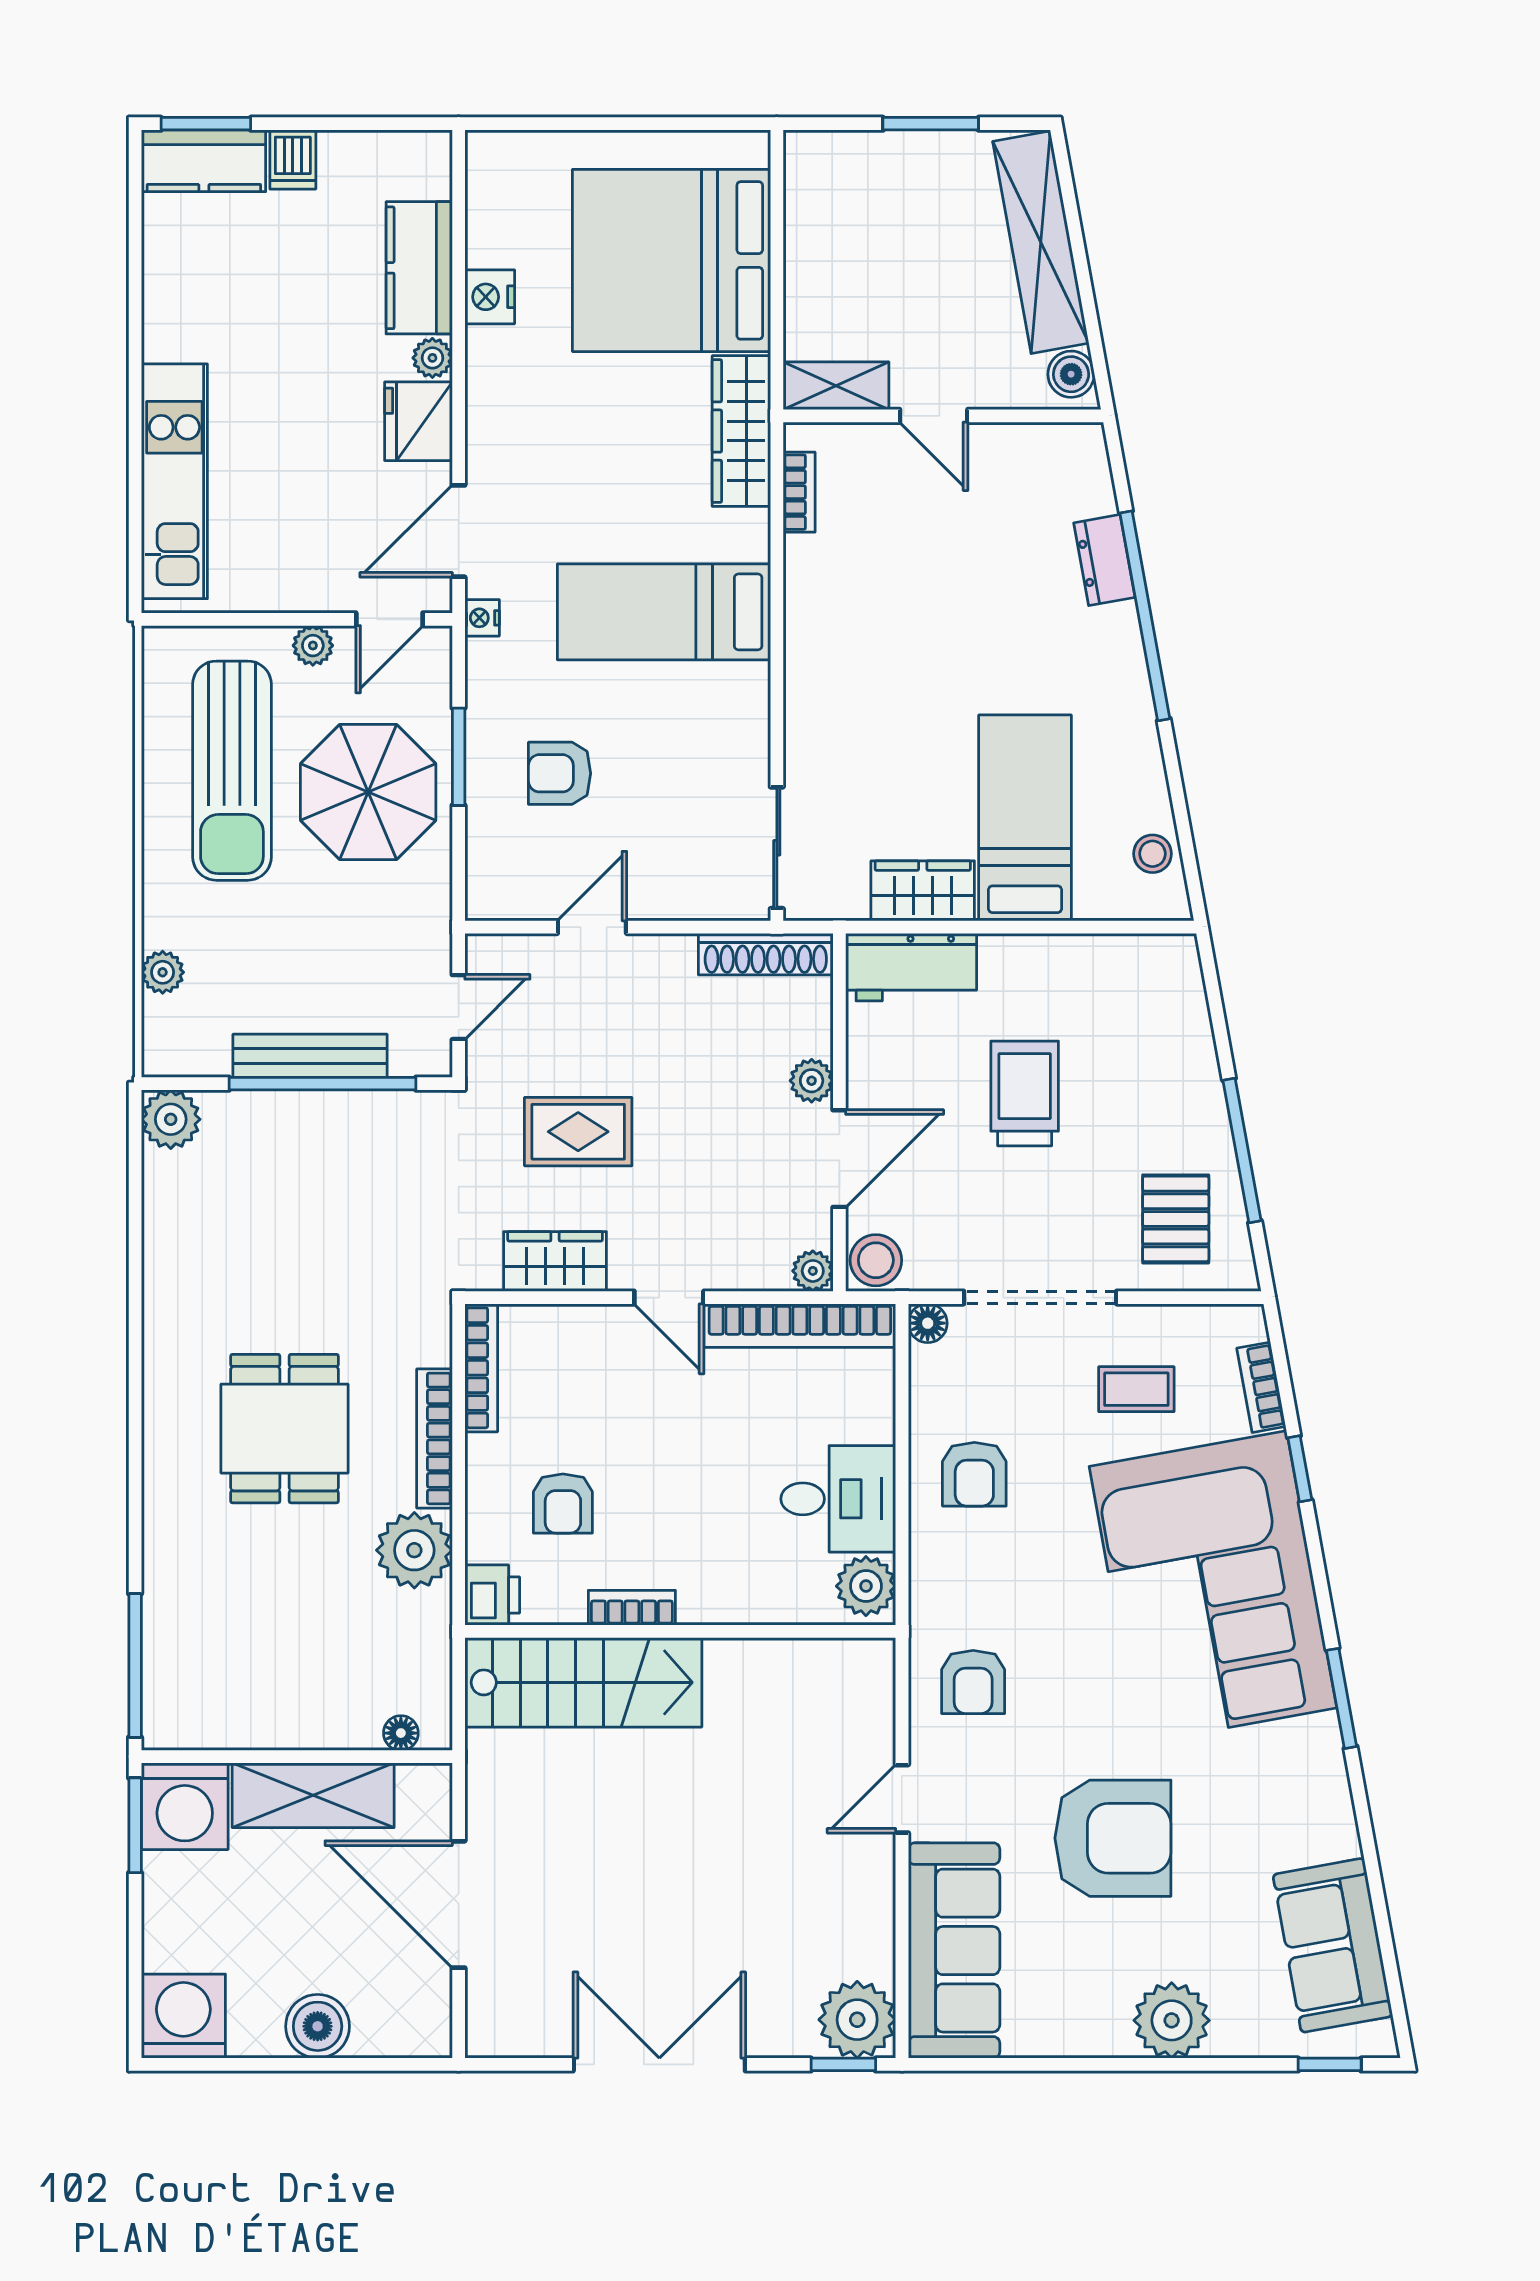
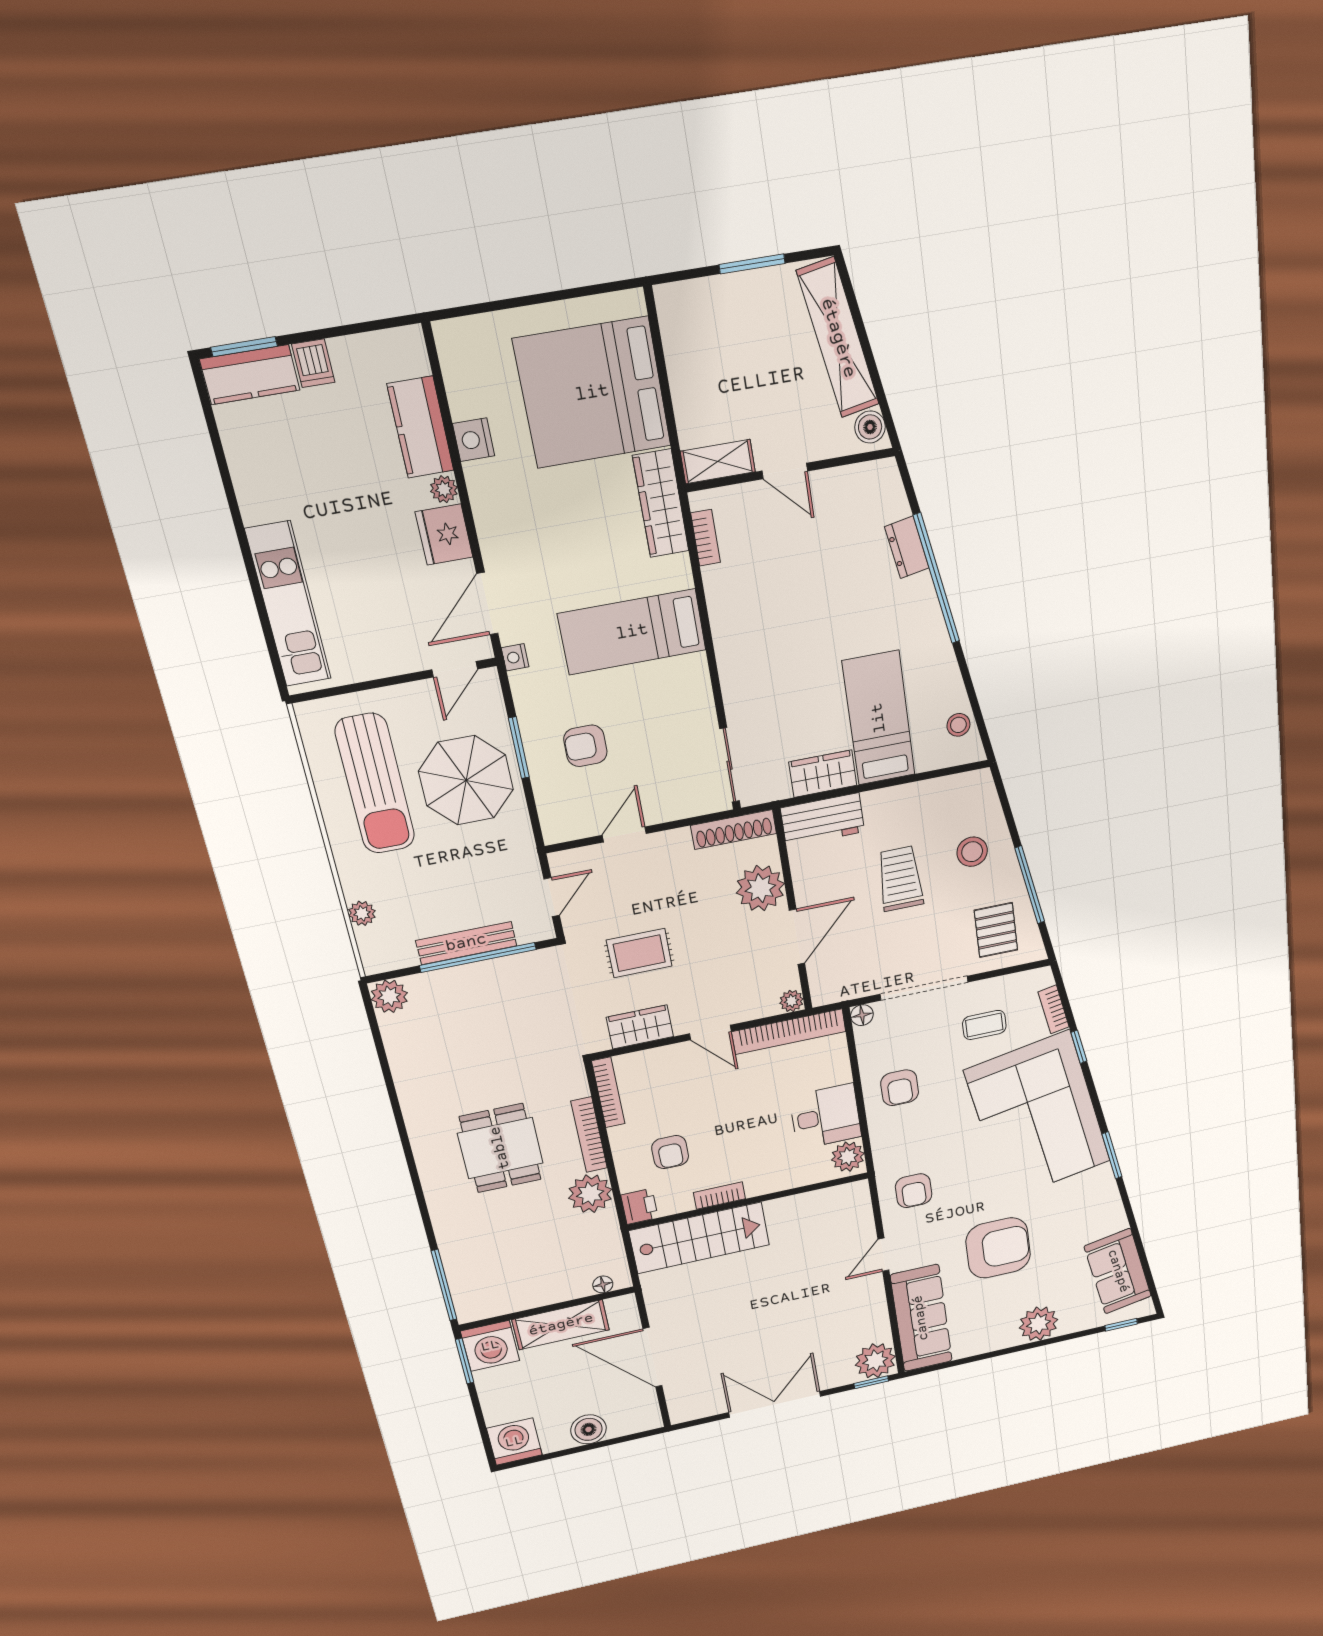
plant: (313, 646) -> (408, 695), removed
plant: (812, 1081) -> (760, 888), width x1.88, depth x1.88
stool: (876, 1260) -> (972, 852), moved

